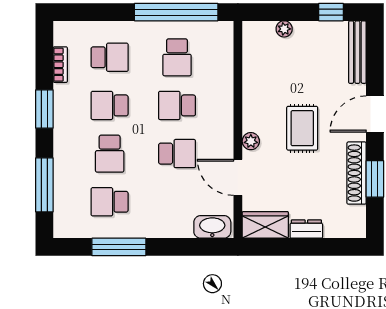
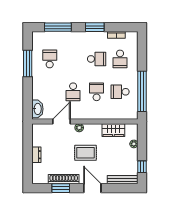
school desk: (110, 105) -> (97, 59), turned 90
school desk: (110, 154) -> (73, 59), removed
wardrobe: (265, 225) -> (113, 130), moved, turned 90

